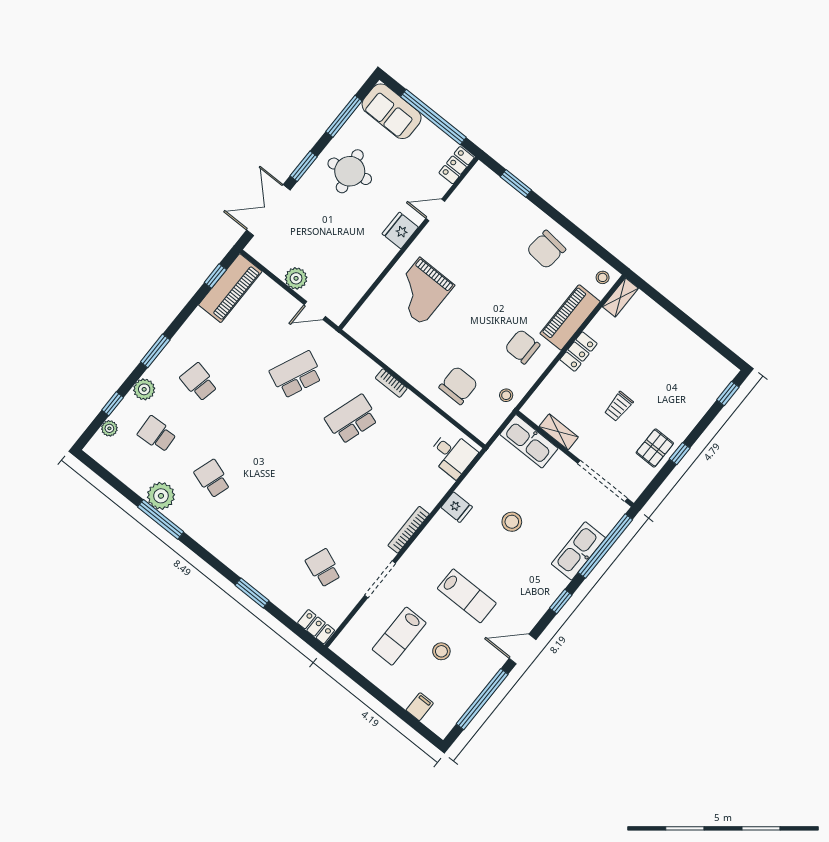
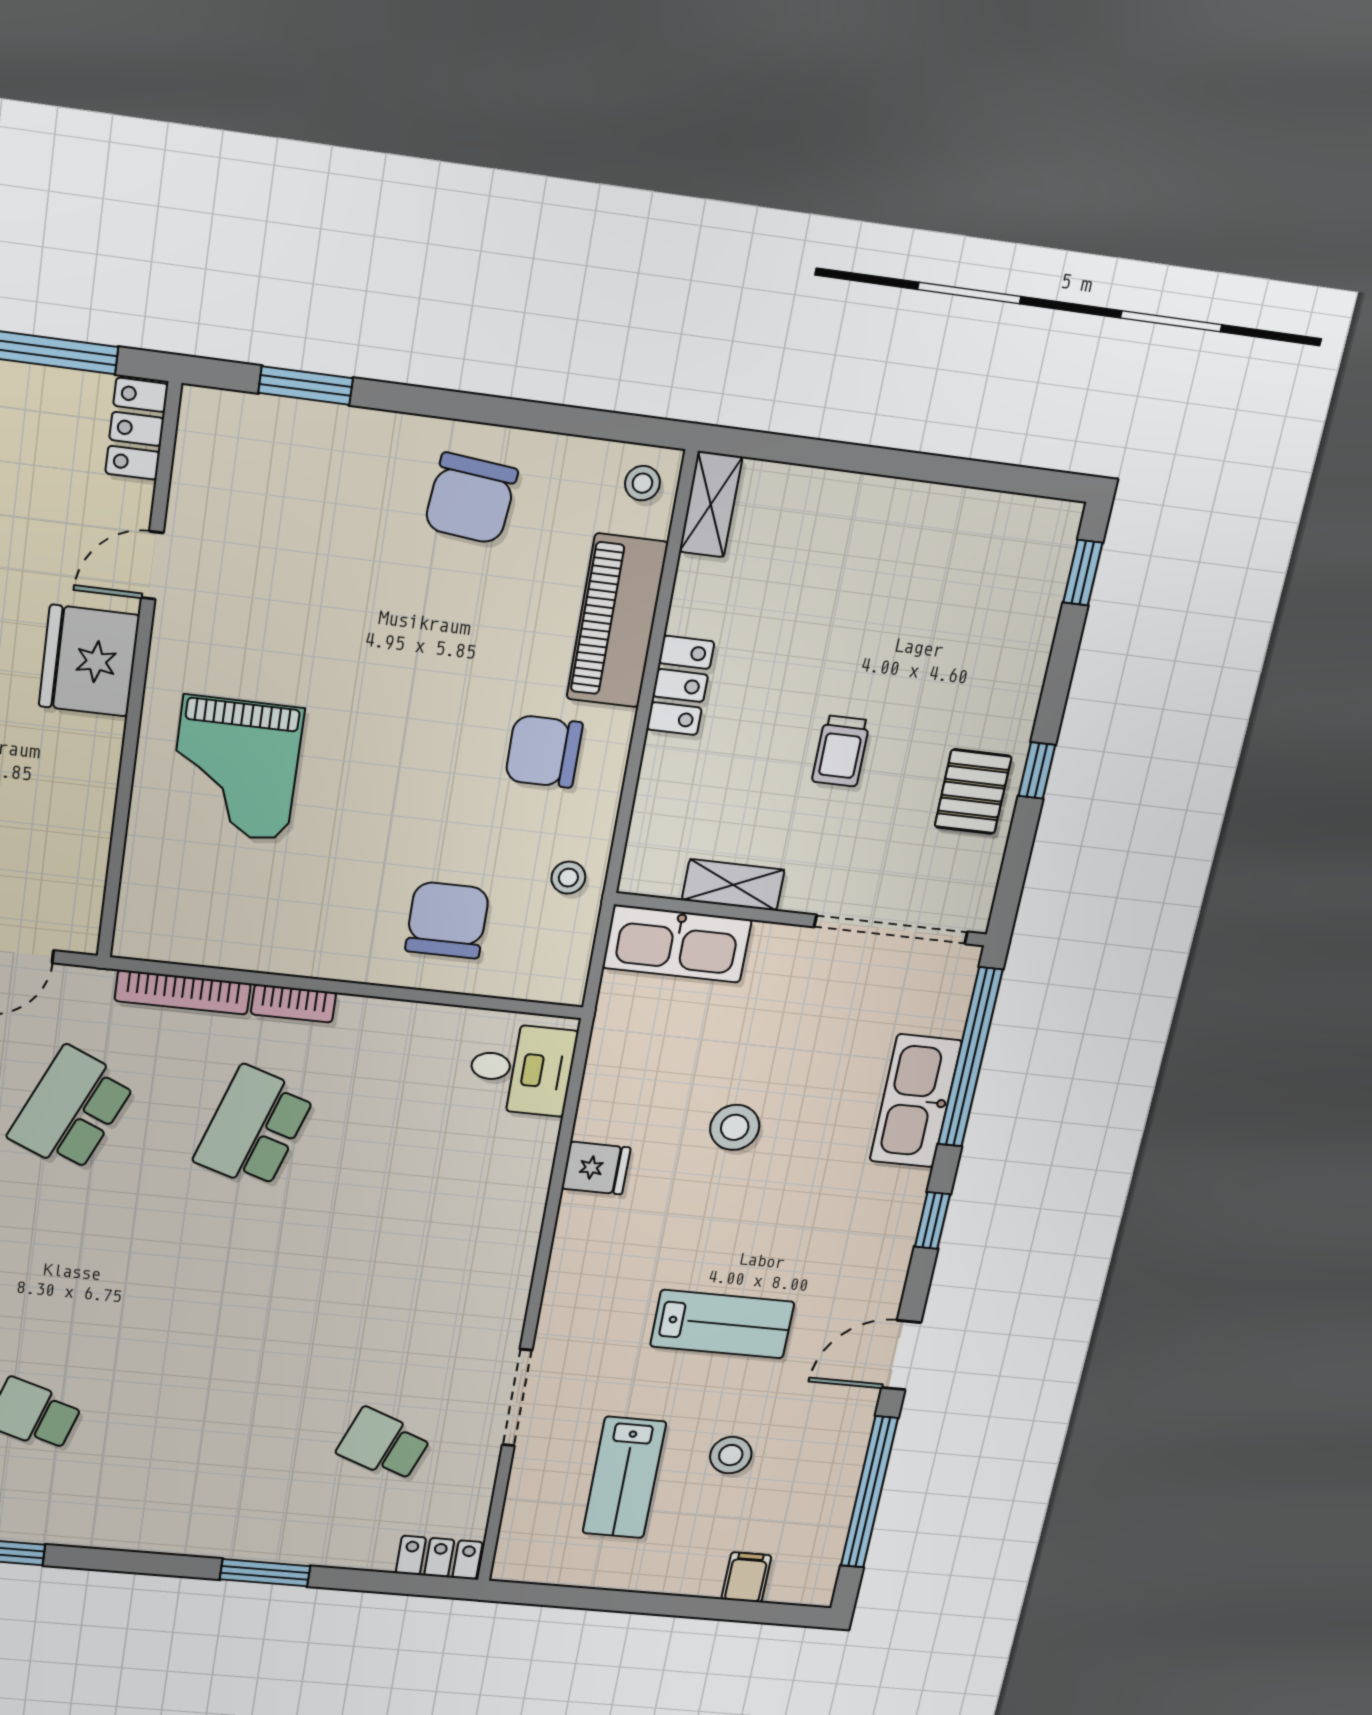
fridge: (400, 230) -> (89, 661), width x1.36, depth x1.34
bookcase: (409, 530) -> (183, 992), moved, turned -90

